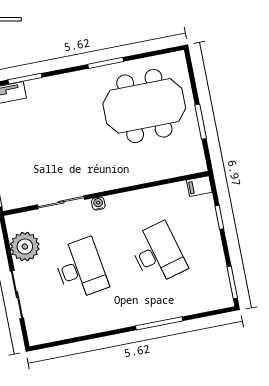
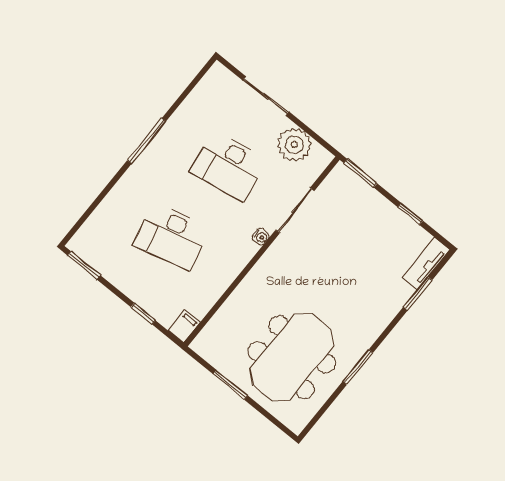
window: (159, 323) -> (147, 141), moved

